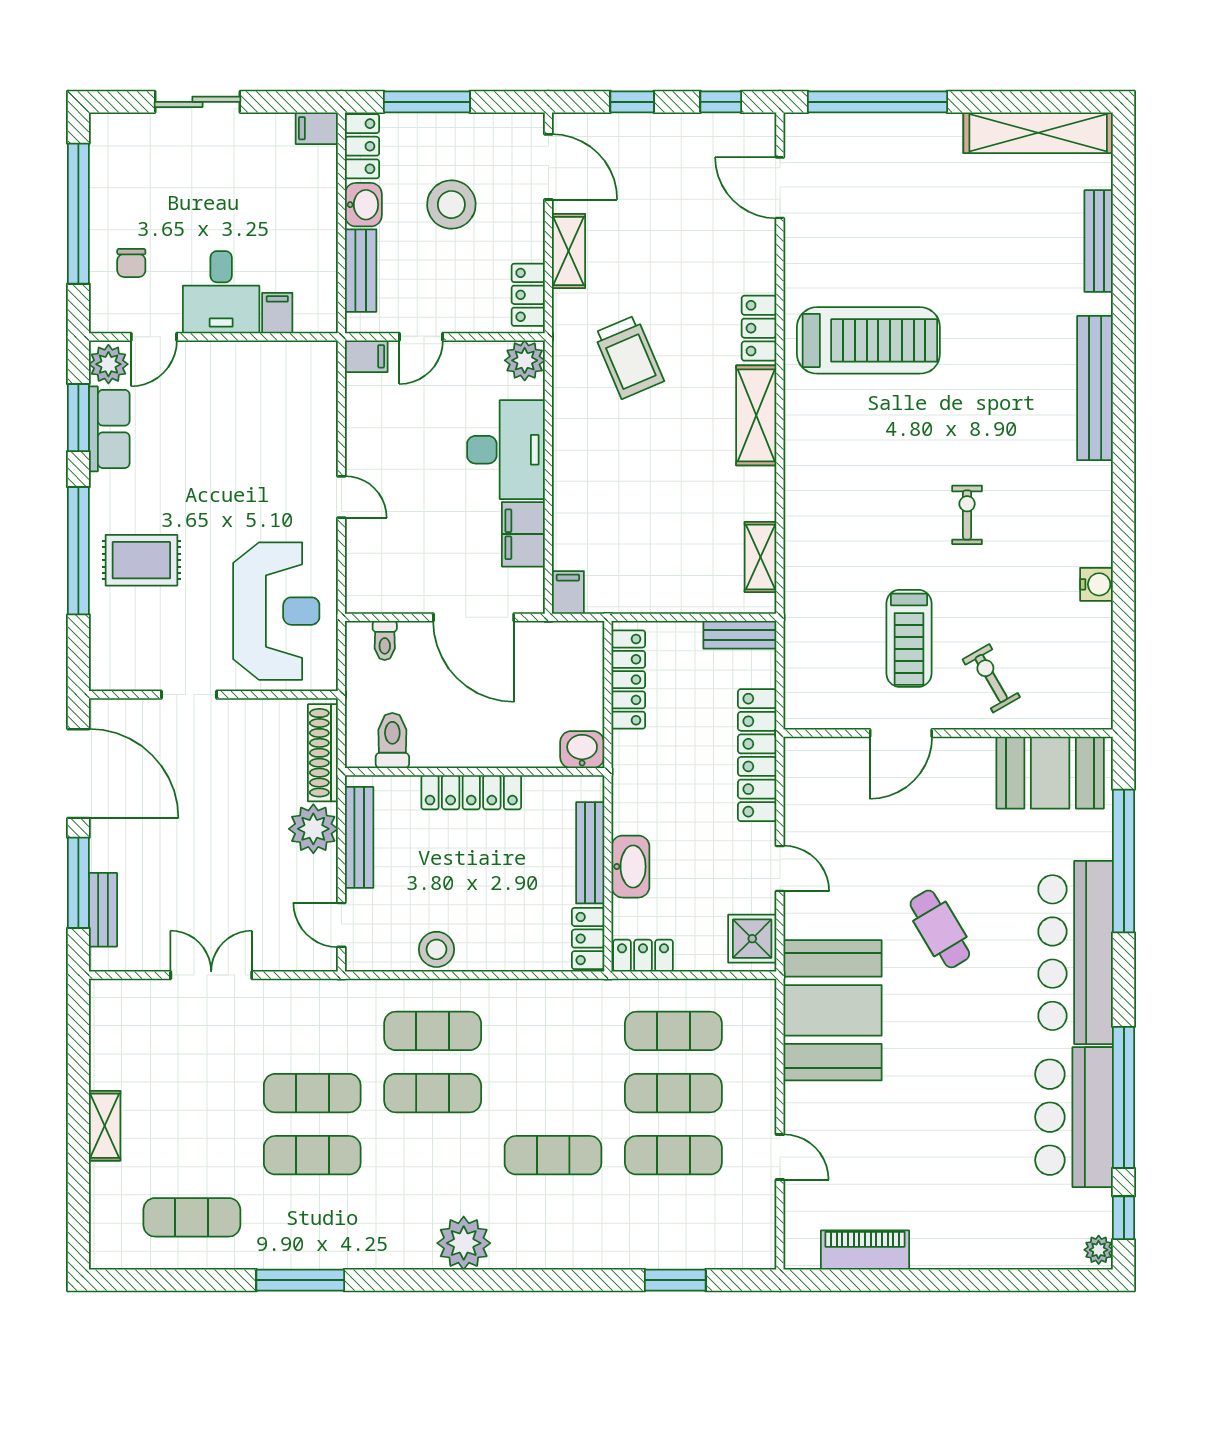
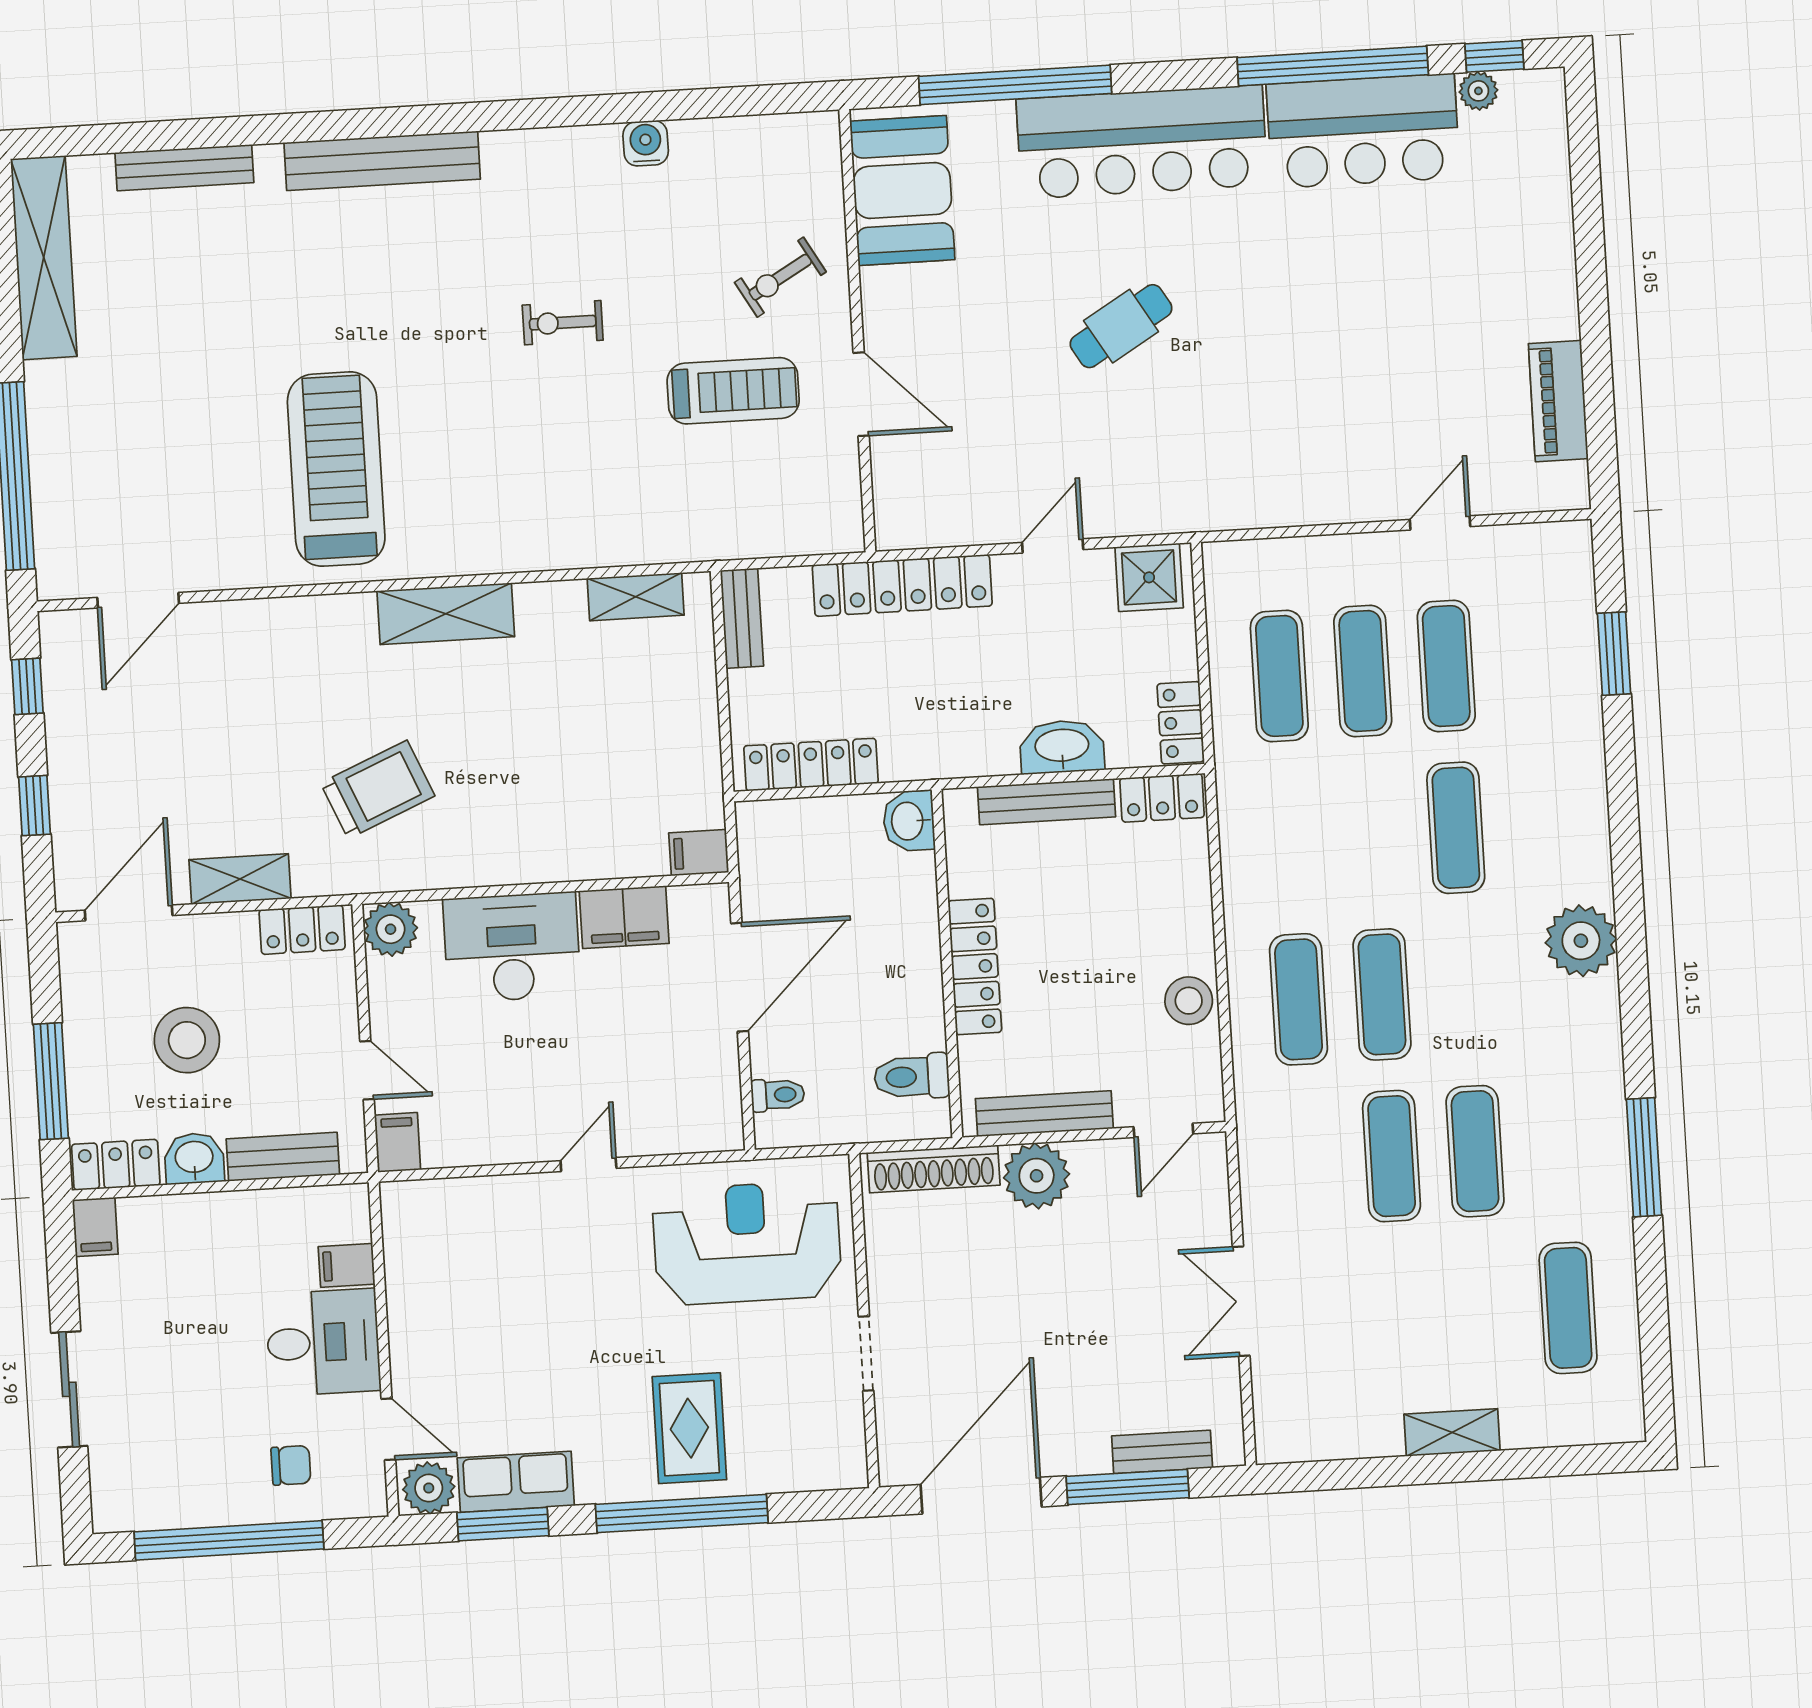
locker: (759, 328) -> (328, 617), removed
booth: (833, 1010) -> (1239, 464), removed
plant: (1099, 1250) -> (1478, 91), moved

